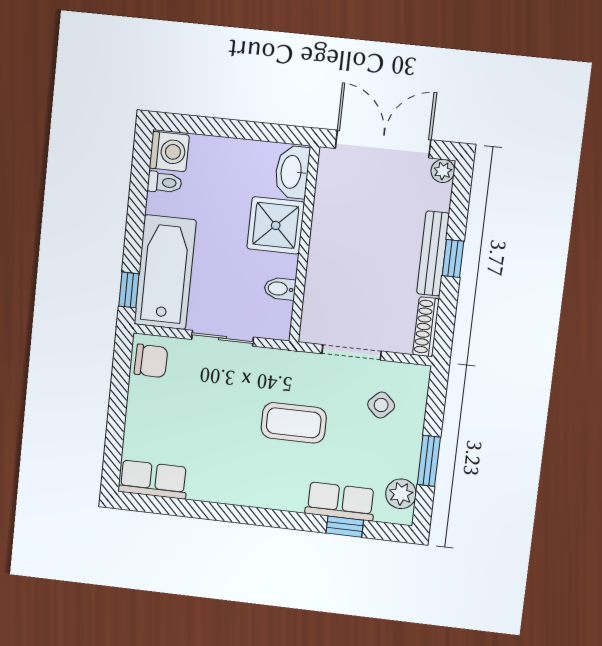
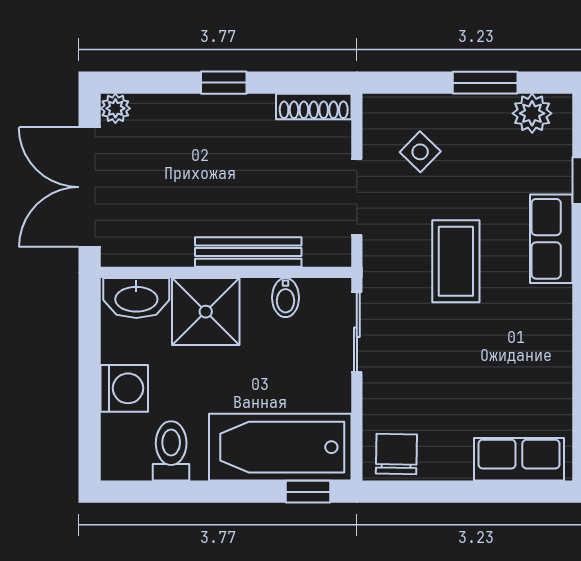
washing machine: (169, 151) -> (124, 388), moved, turned 90
toilet: (165, 182) -> (171, 451), width x1.37, depth x1.39
bench: (433, 254) -> (248, 252), moved
sliding door: (222, 338) -> (357, 332), moved
row of seats: (153, 480) -> (519, 459), moved, turned 90
row of seats: (340, 501) -> (551, 239), moved

